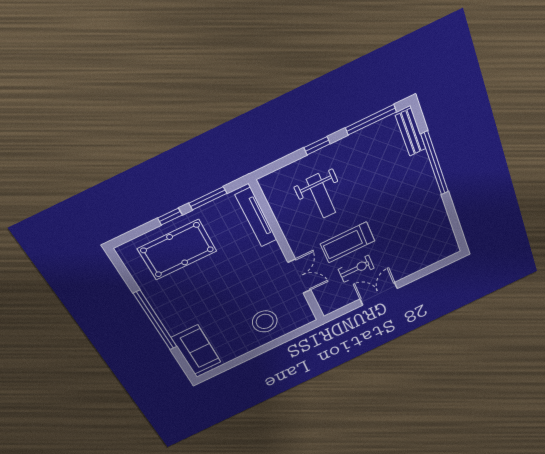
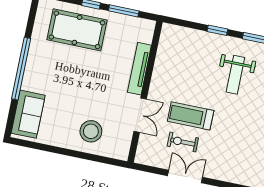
weight bench: (321, 196) -> (235, 75), moved
tv unit: (256, 217) -> (139, 69), moved
exercise bike: (356, 269) -> (183, 142), turned 180

